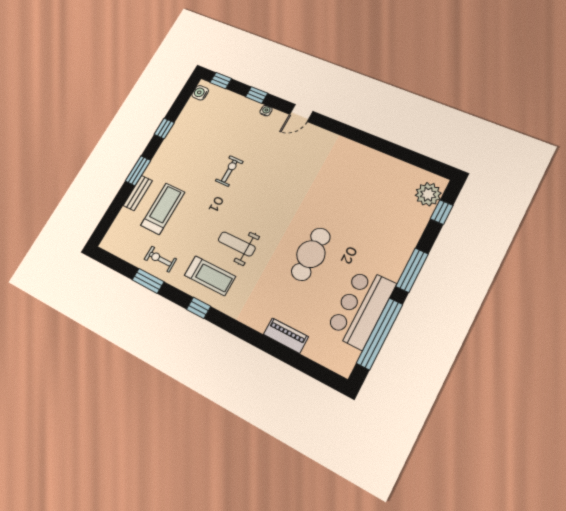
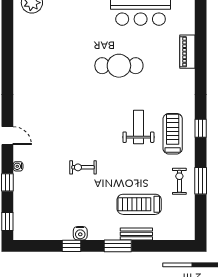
water cooler: (200, 93) -> (80, 233), moved
weight bench: (237, 244) -> (138, 127), turned 180
exercise bike: (160, 259) -> (179, 181), turned 180

